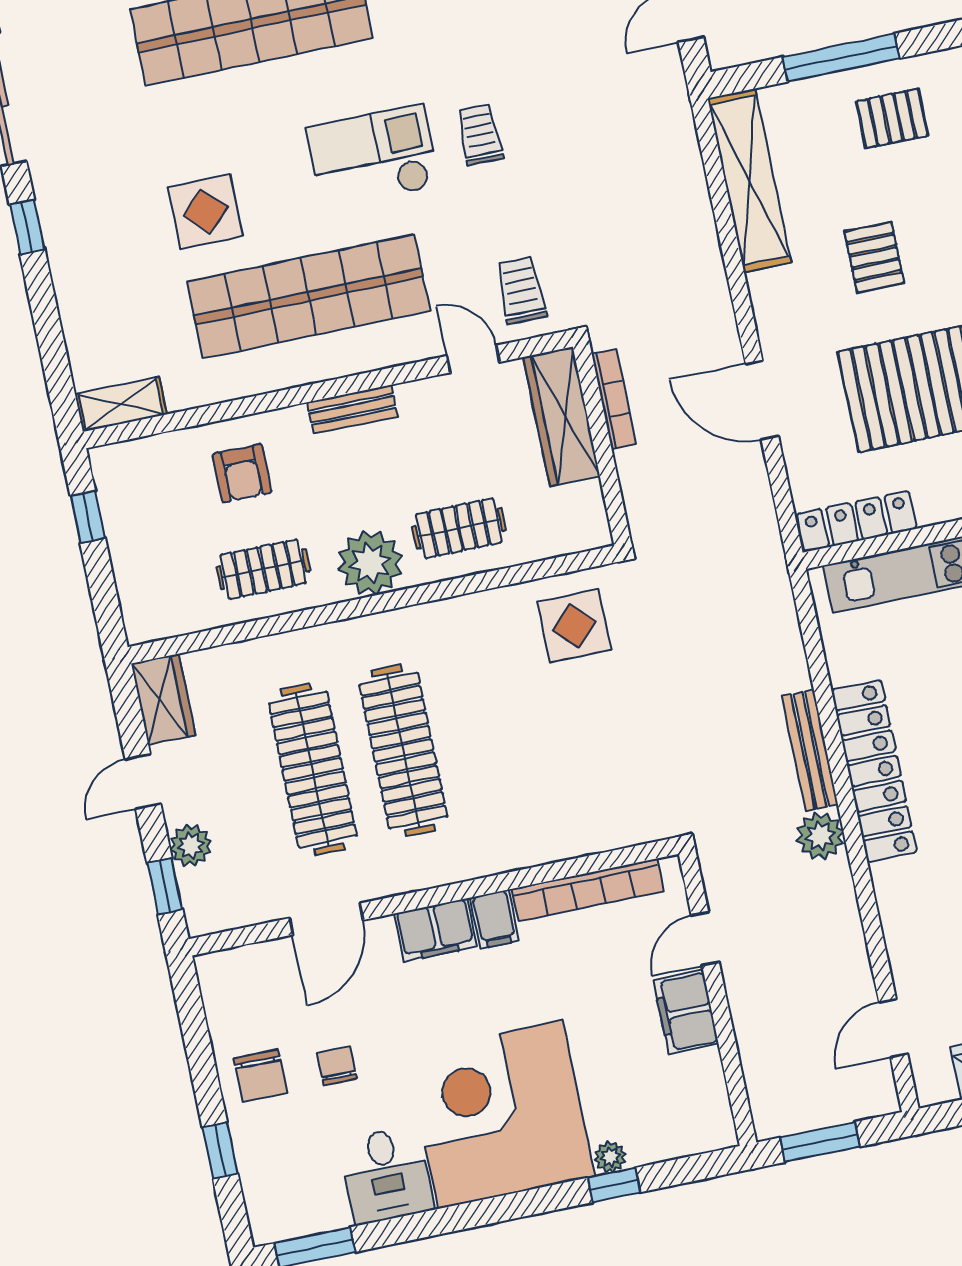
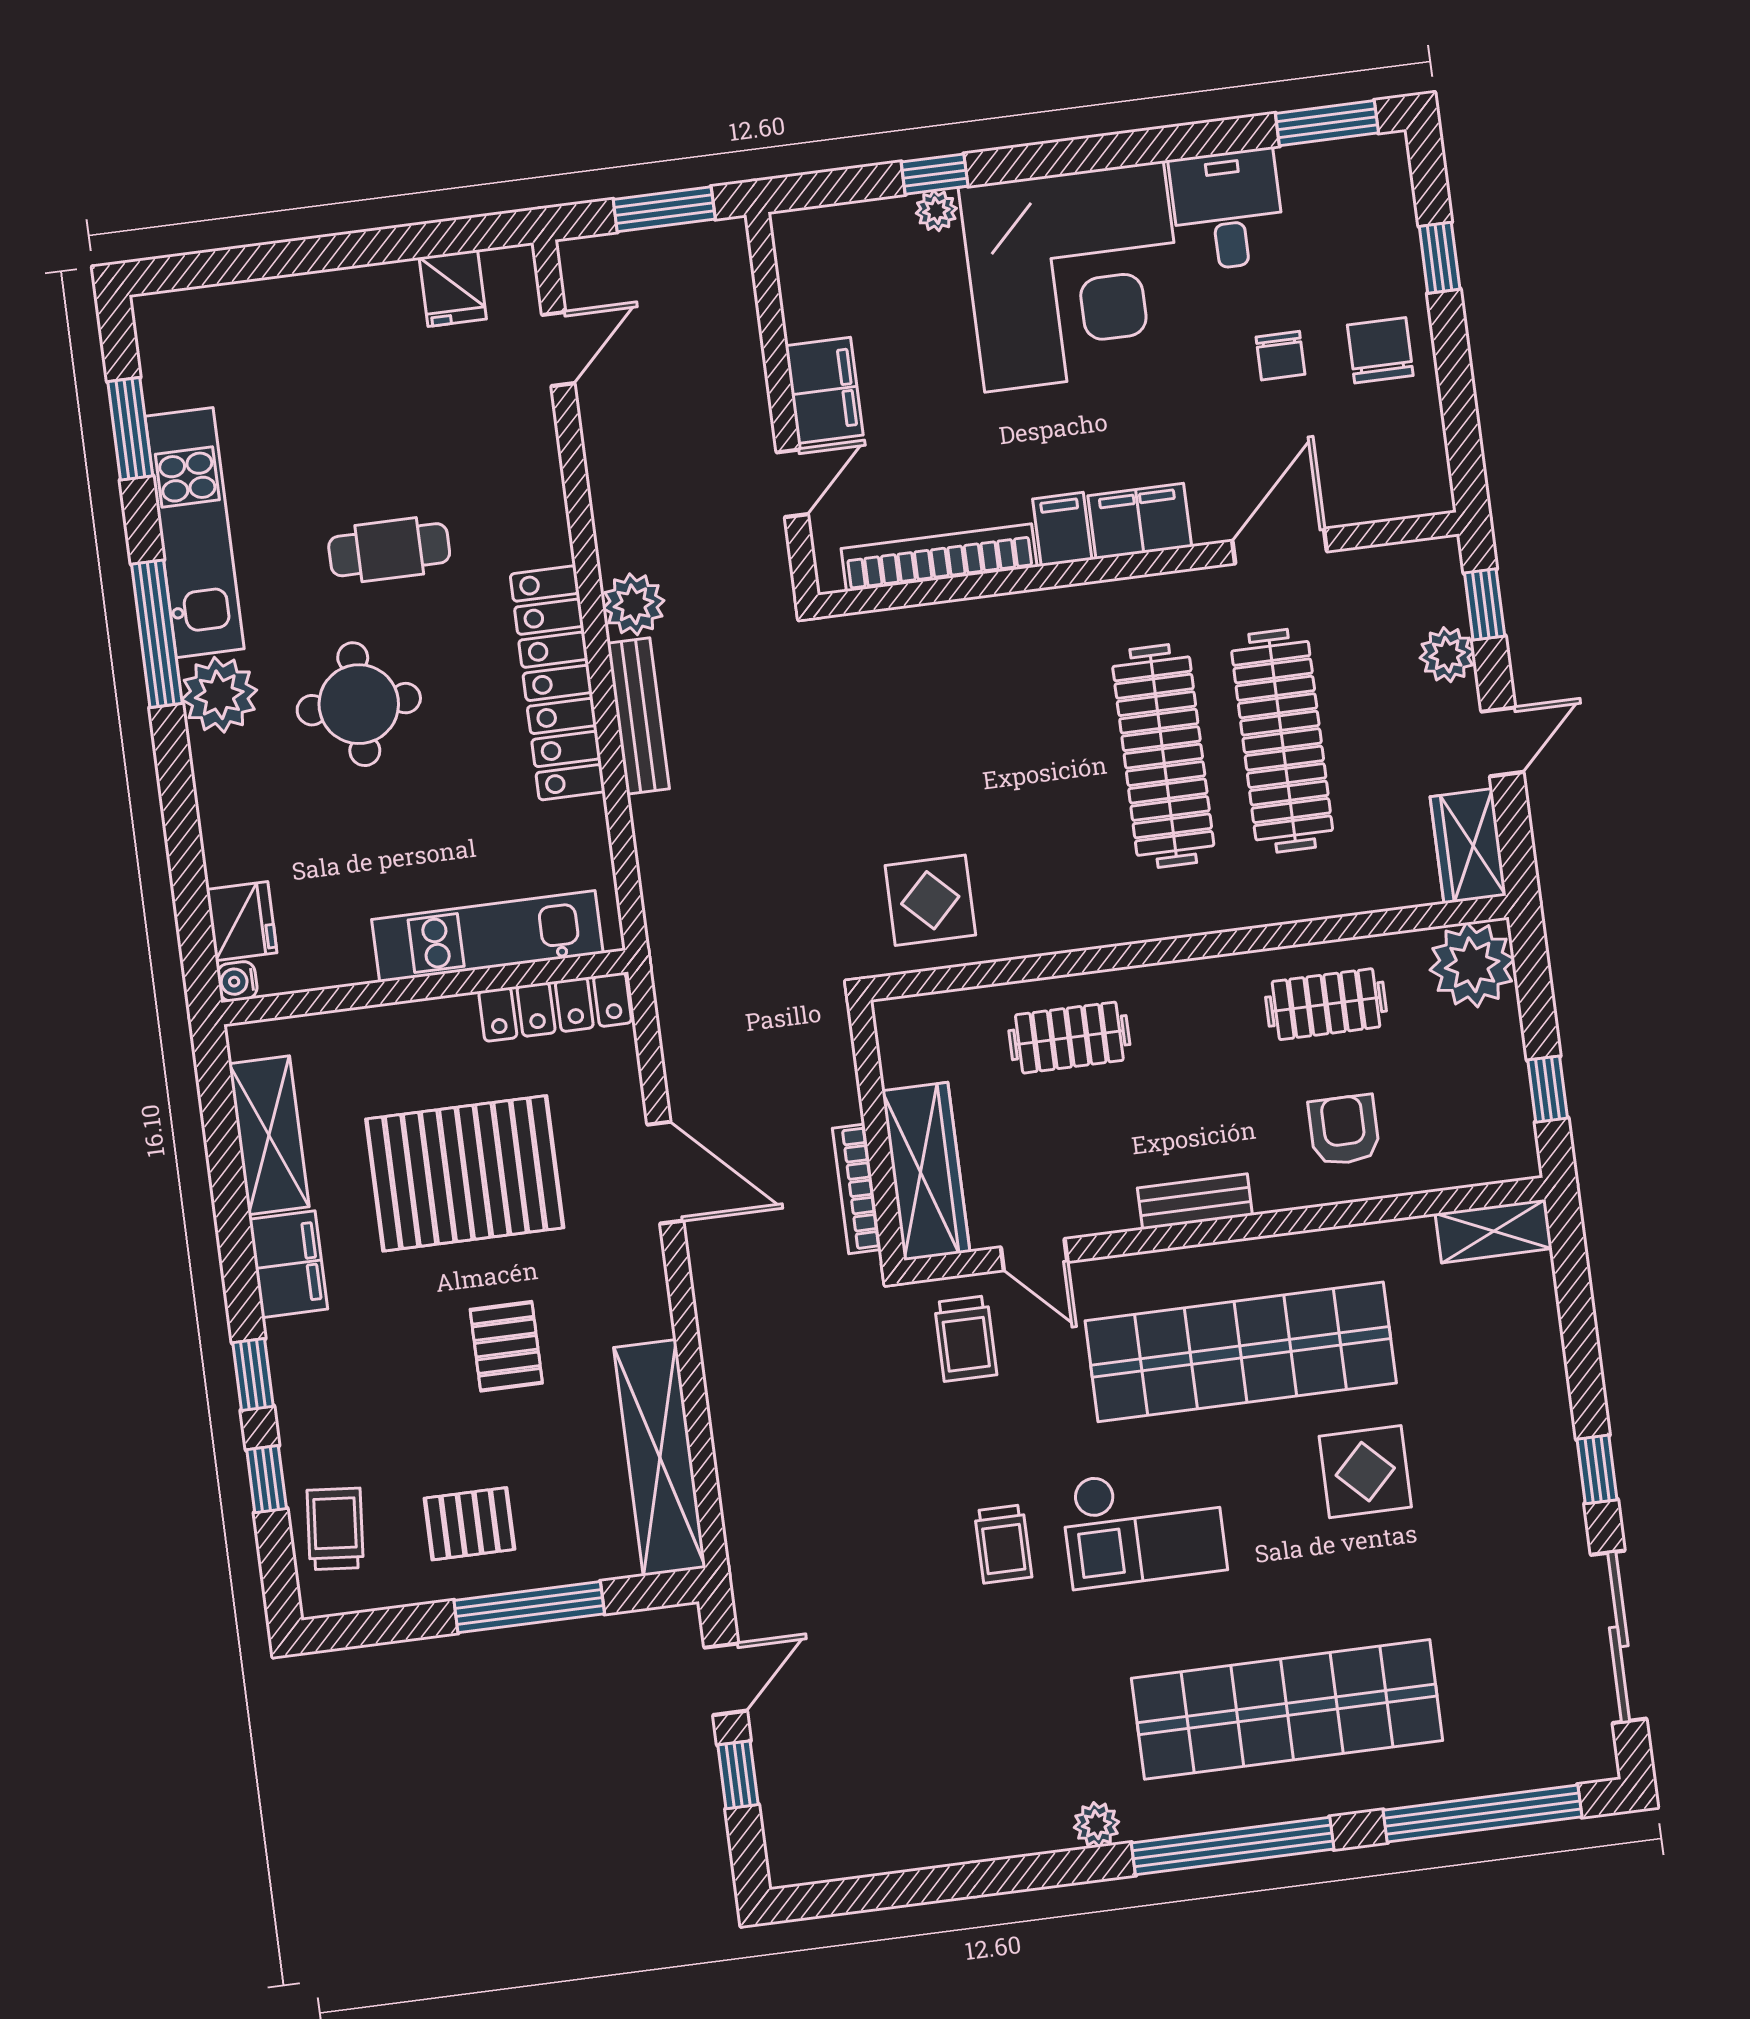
plant: (370, 563) -> (1472, 965), moved

